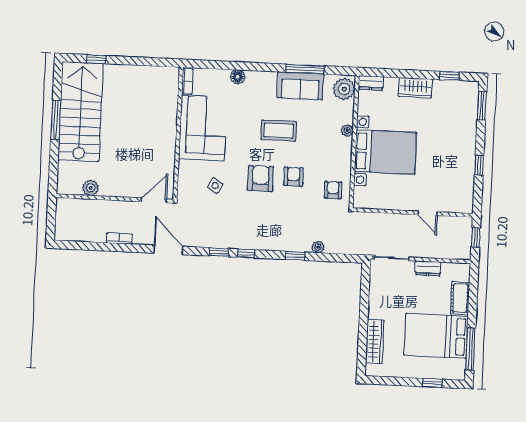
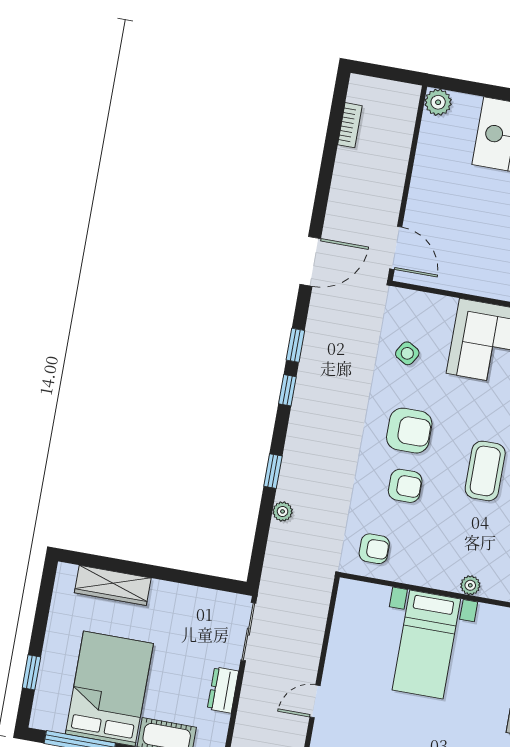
bed with nightstands: (386, 152) -> (426, 644), width x0.73
plant: (91, 188) -> (438, 102), moved
bookcase: (119, 238) -> (350, 125), moved

